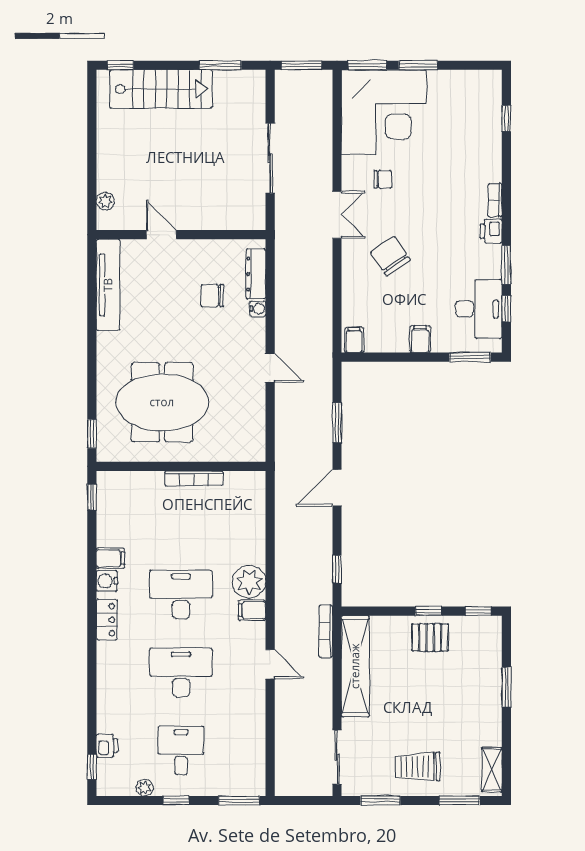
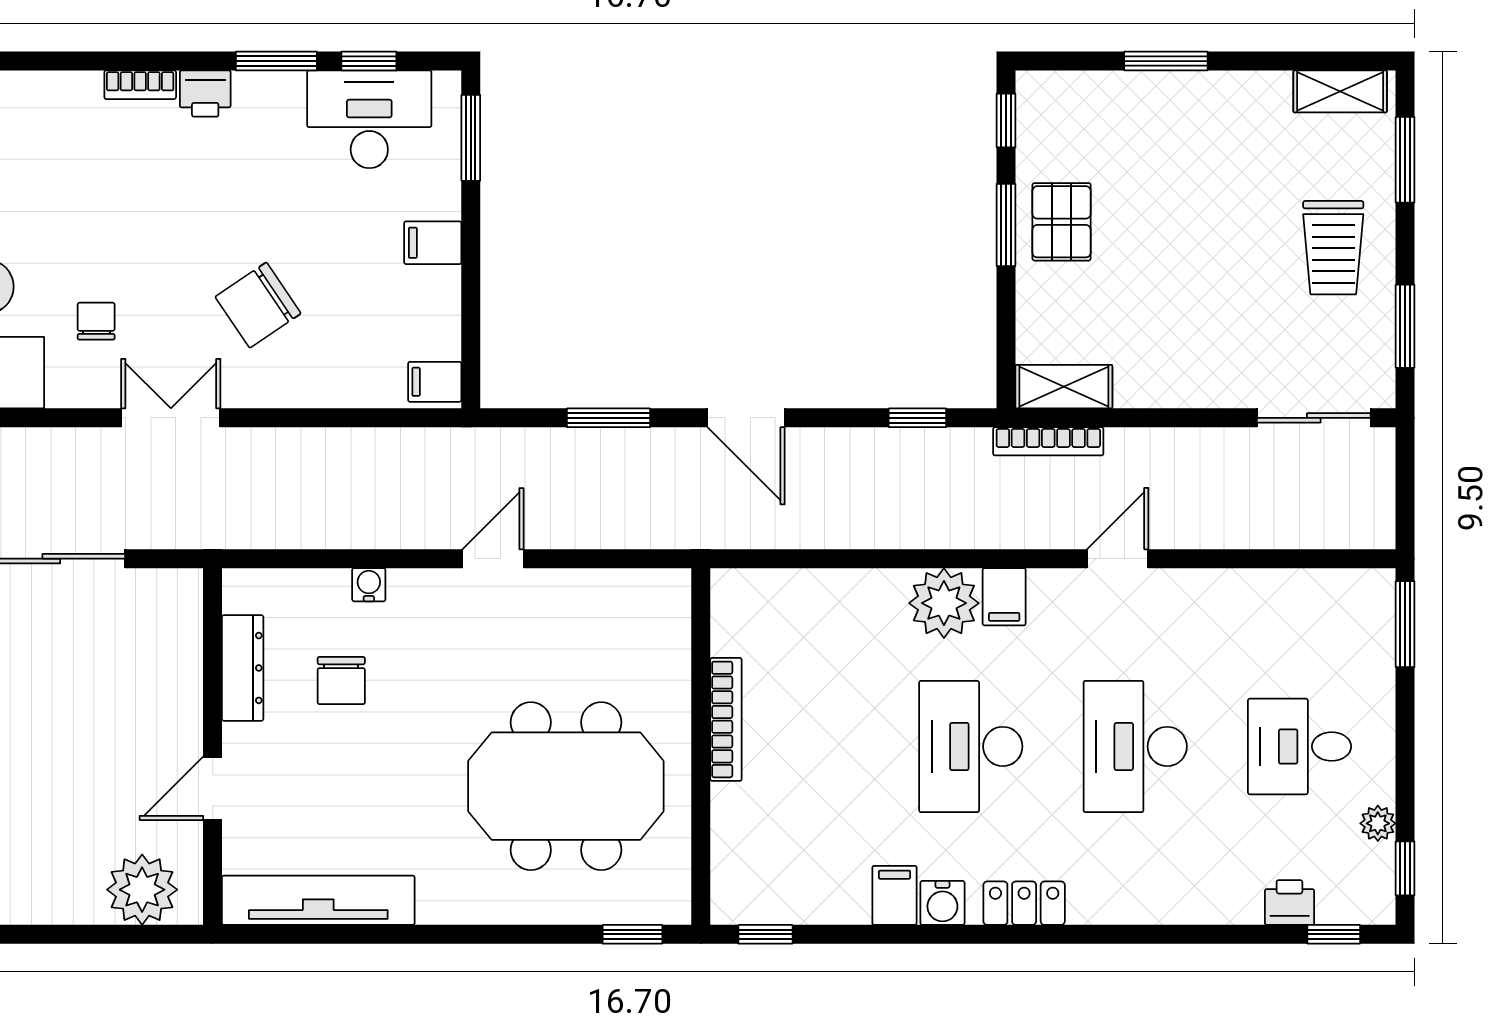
plant: (105, 201) -> (142, 890), width x1.88, depth x1.88
dresser: (256, 274) -> (243, 668), moved, turned -90
meeting table: (162, 402) -> (566, 786), turned 90
window: (429, 611) -> (1006, 225), width x1.50
shelving: (355, 666) -> (1064, 387), width x0.45, depth x0.75
window: (176, 801) -> (1405, 868), moved

